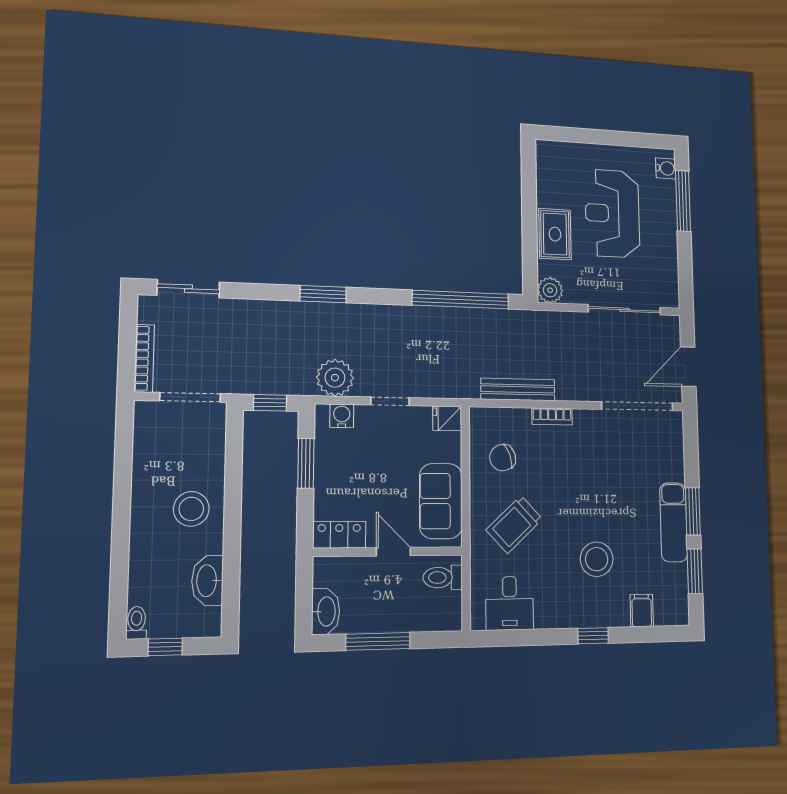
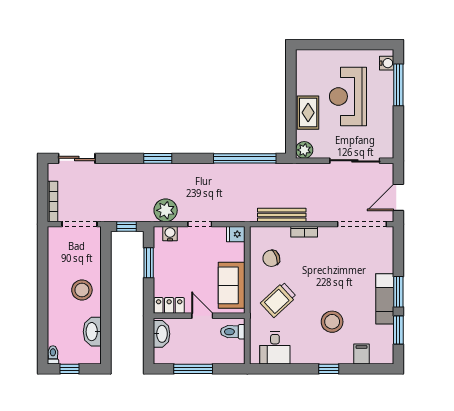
washbasin: (326, 611) -> (161, 334), moved

